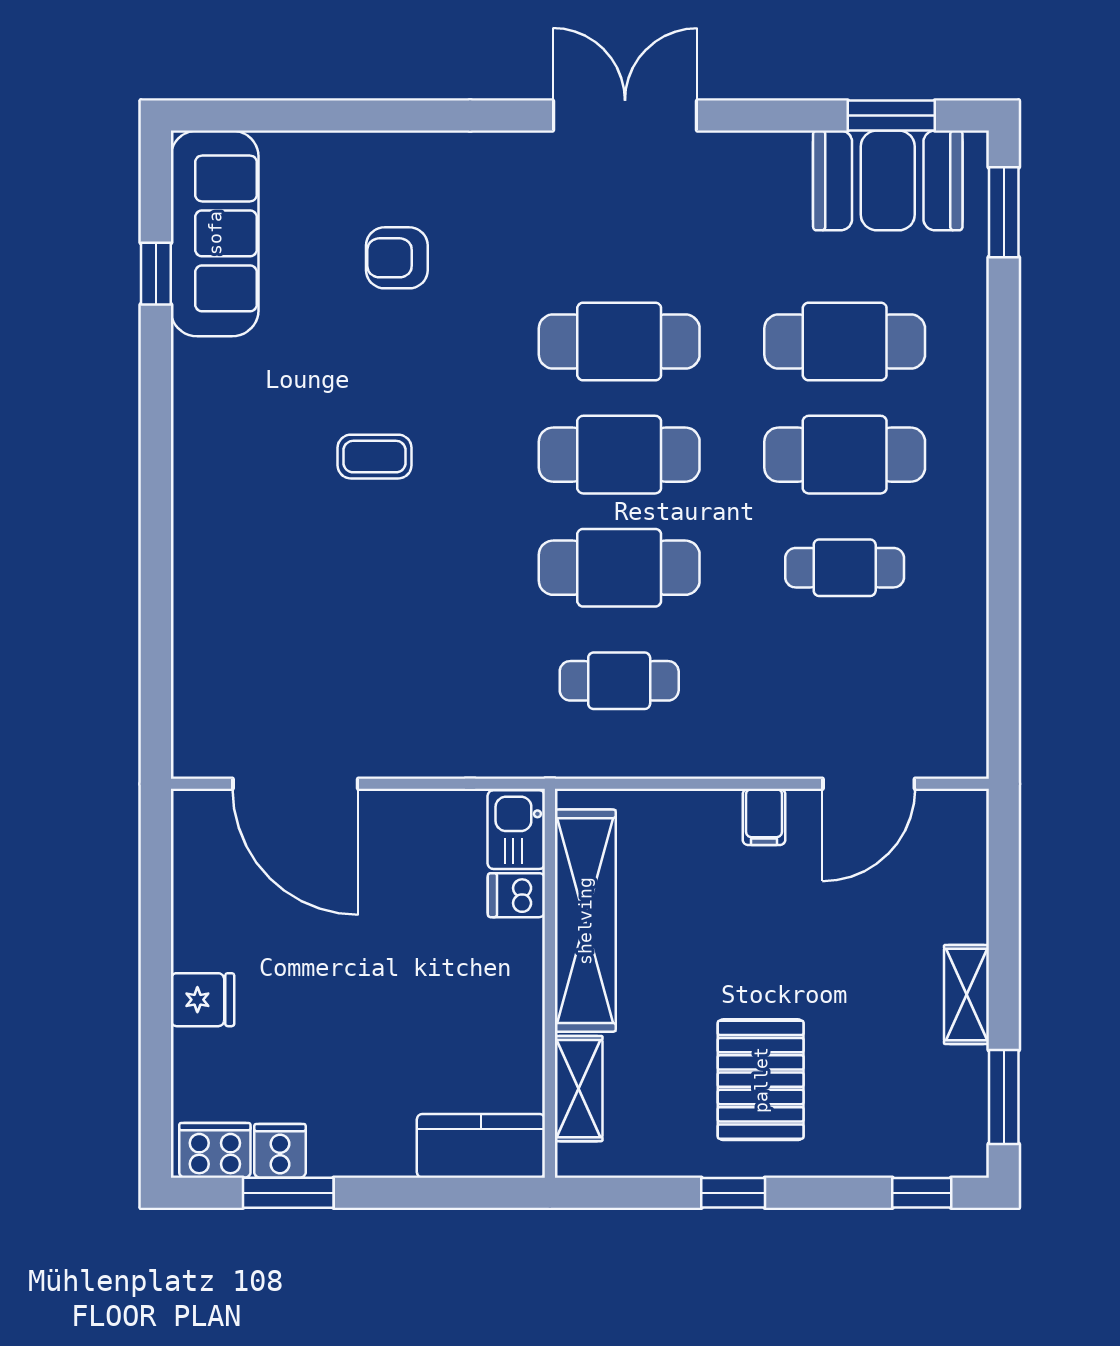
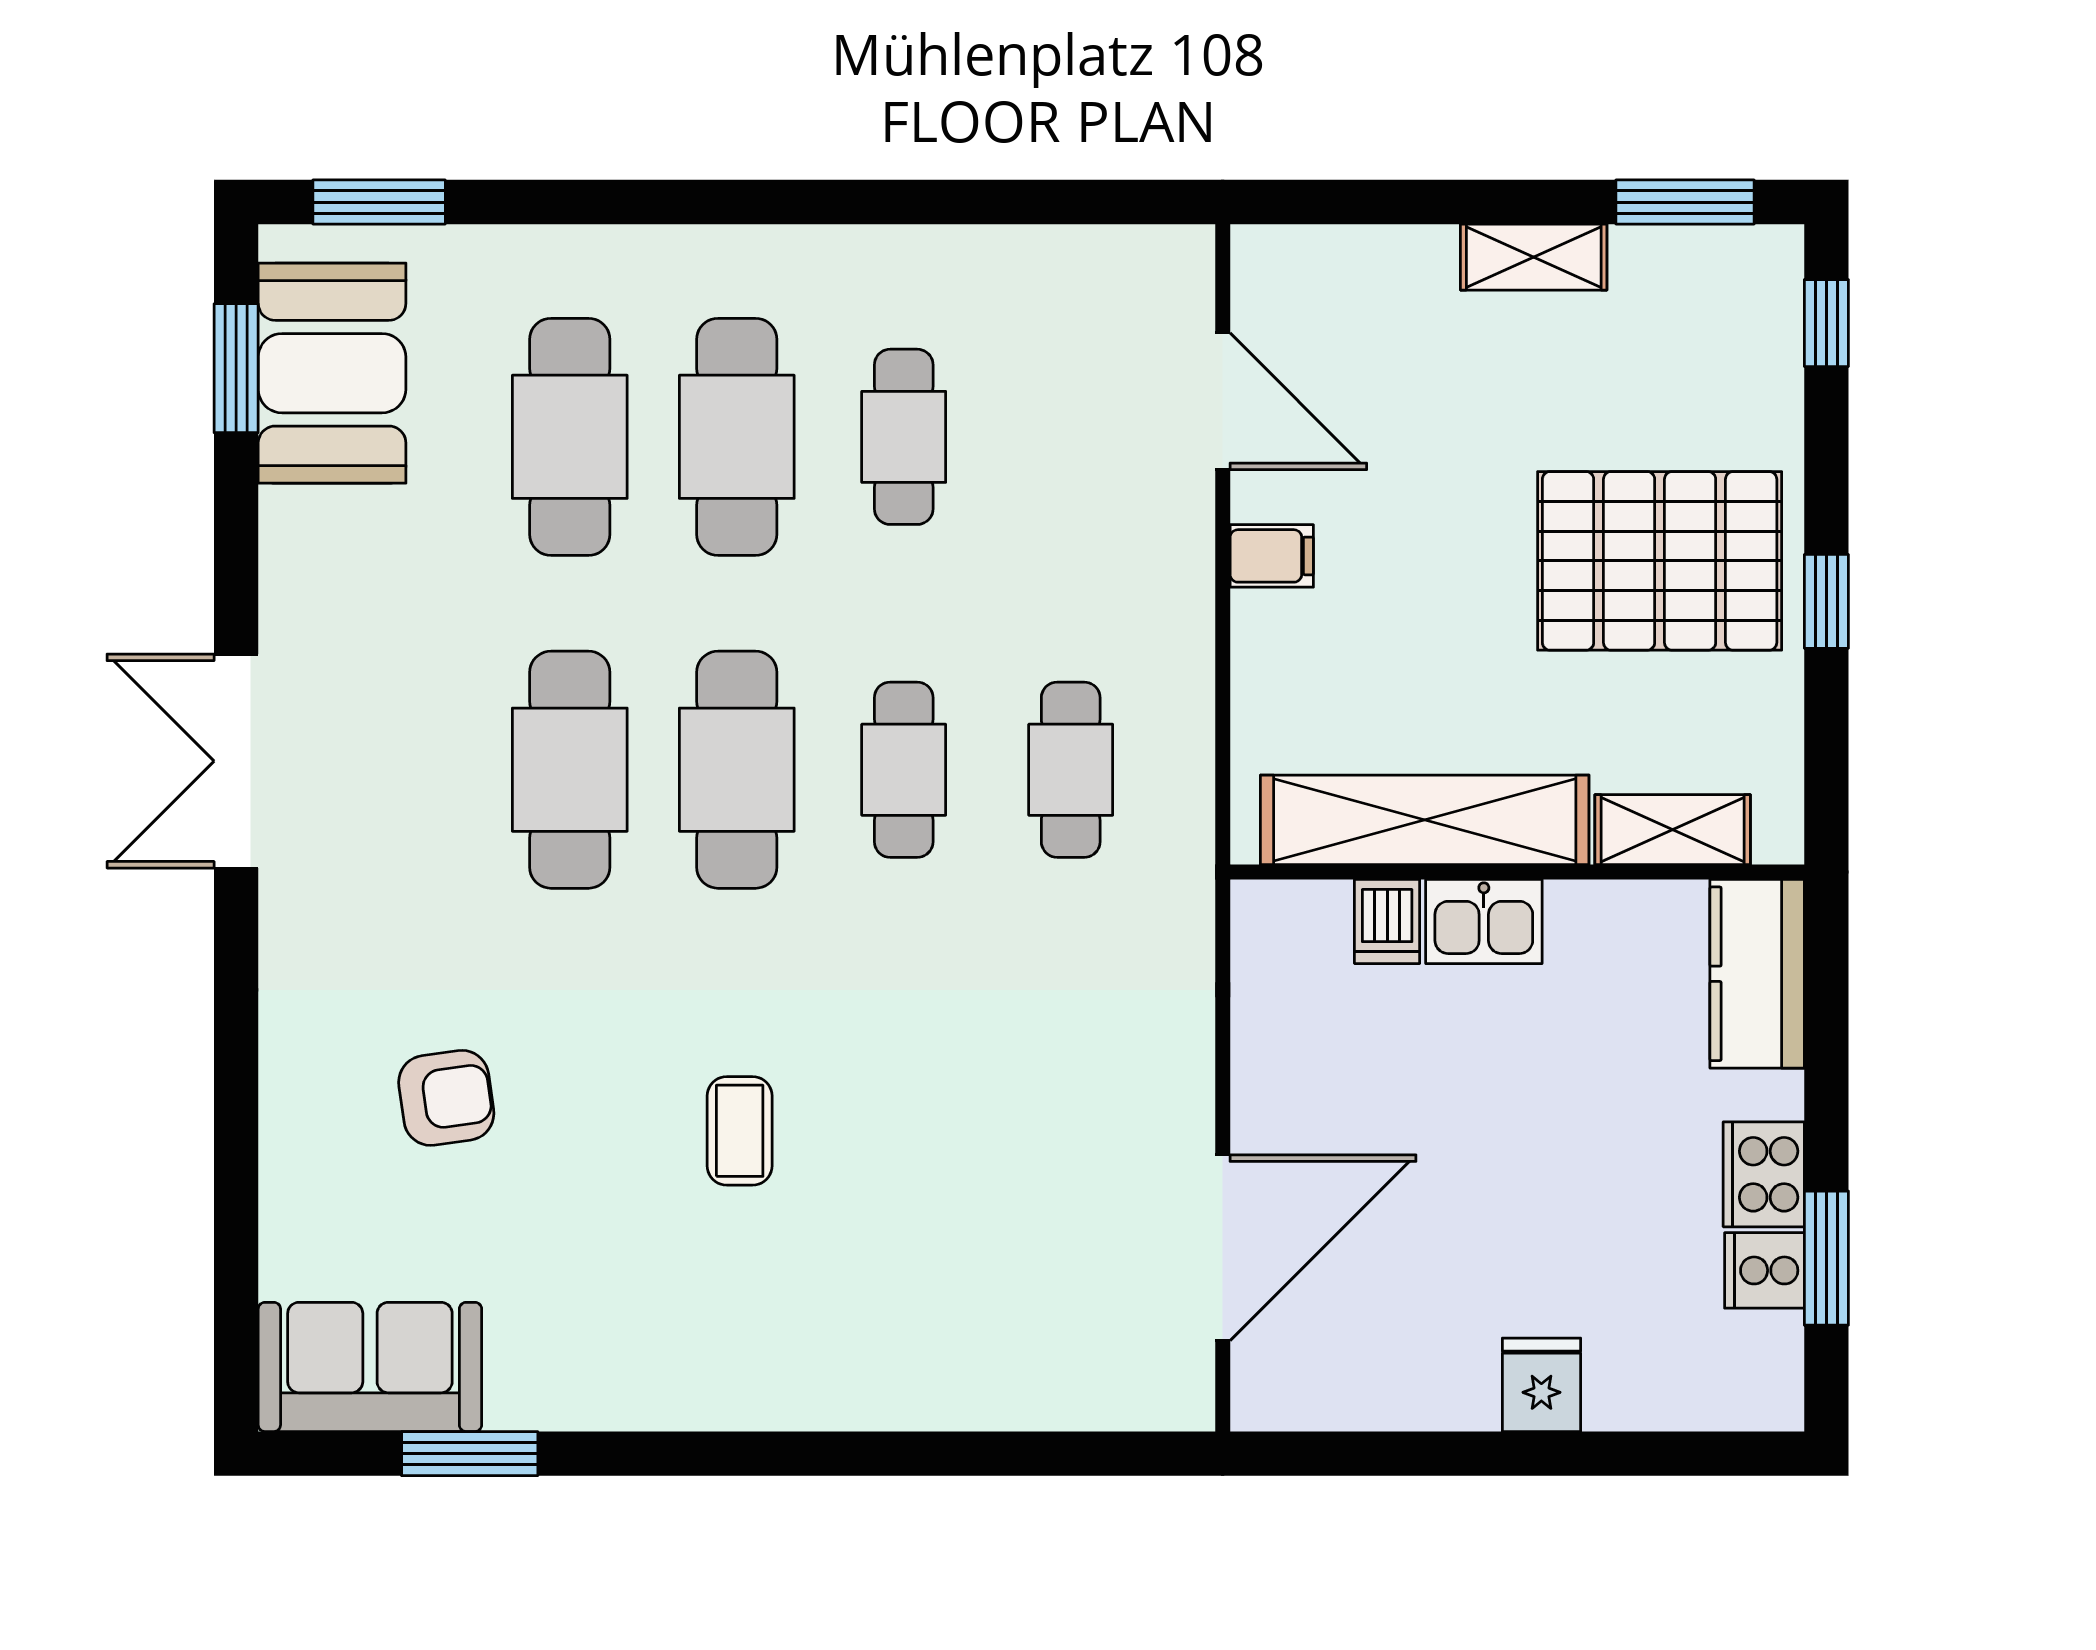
sofa: (215, 233) -> (370, 1367), width x0.73
armchair: (397, 258) -> (446, 1098), turned -98
window: (156, 274) -> (470, 1454), width x1.50
cafe table: (619, 568) -> (904, 770), width x0.73, depth x0.74
kitchen sink: (516, 830) -> (1484, 922), moved
pallet: (761, 1080) -> (1660, 561), width x1.37, depth x1.41
cooker: (215, 1150) -> (1764, 1174), moved

